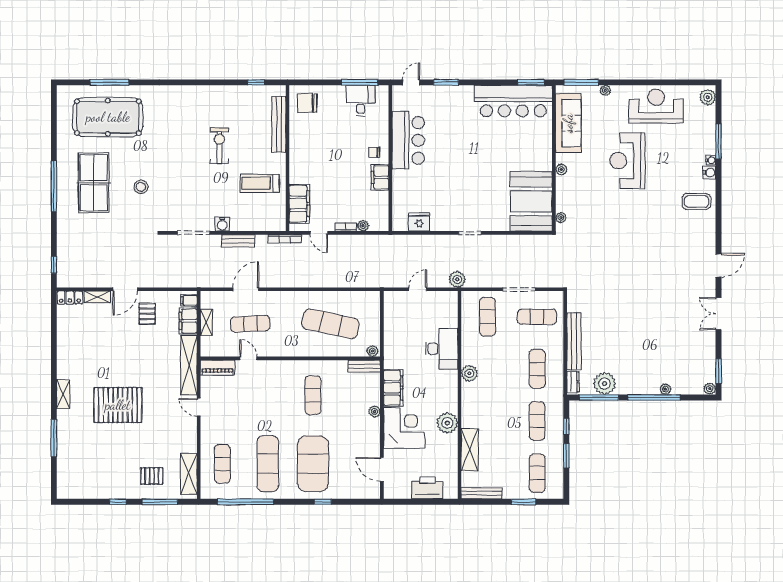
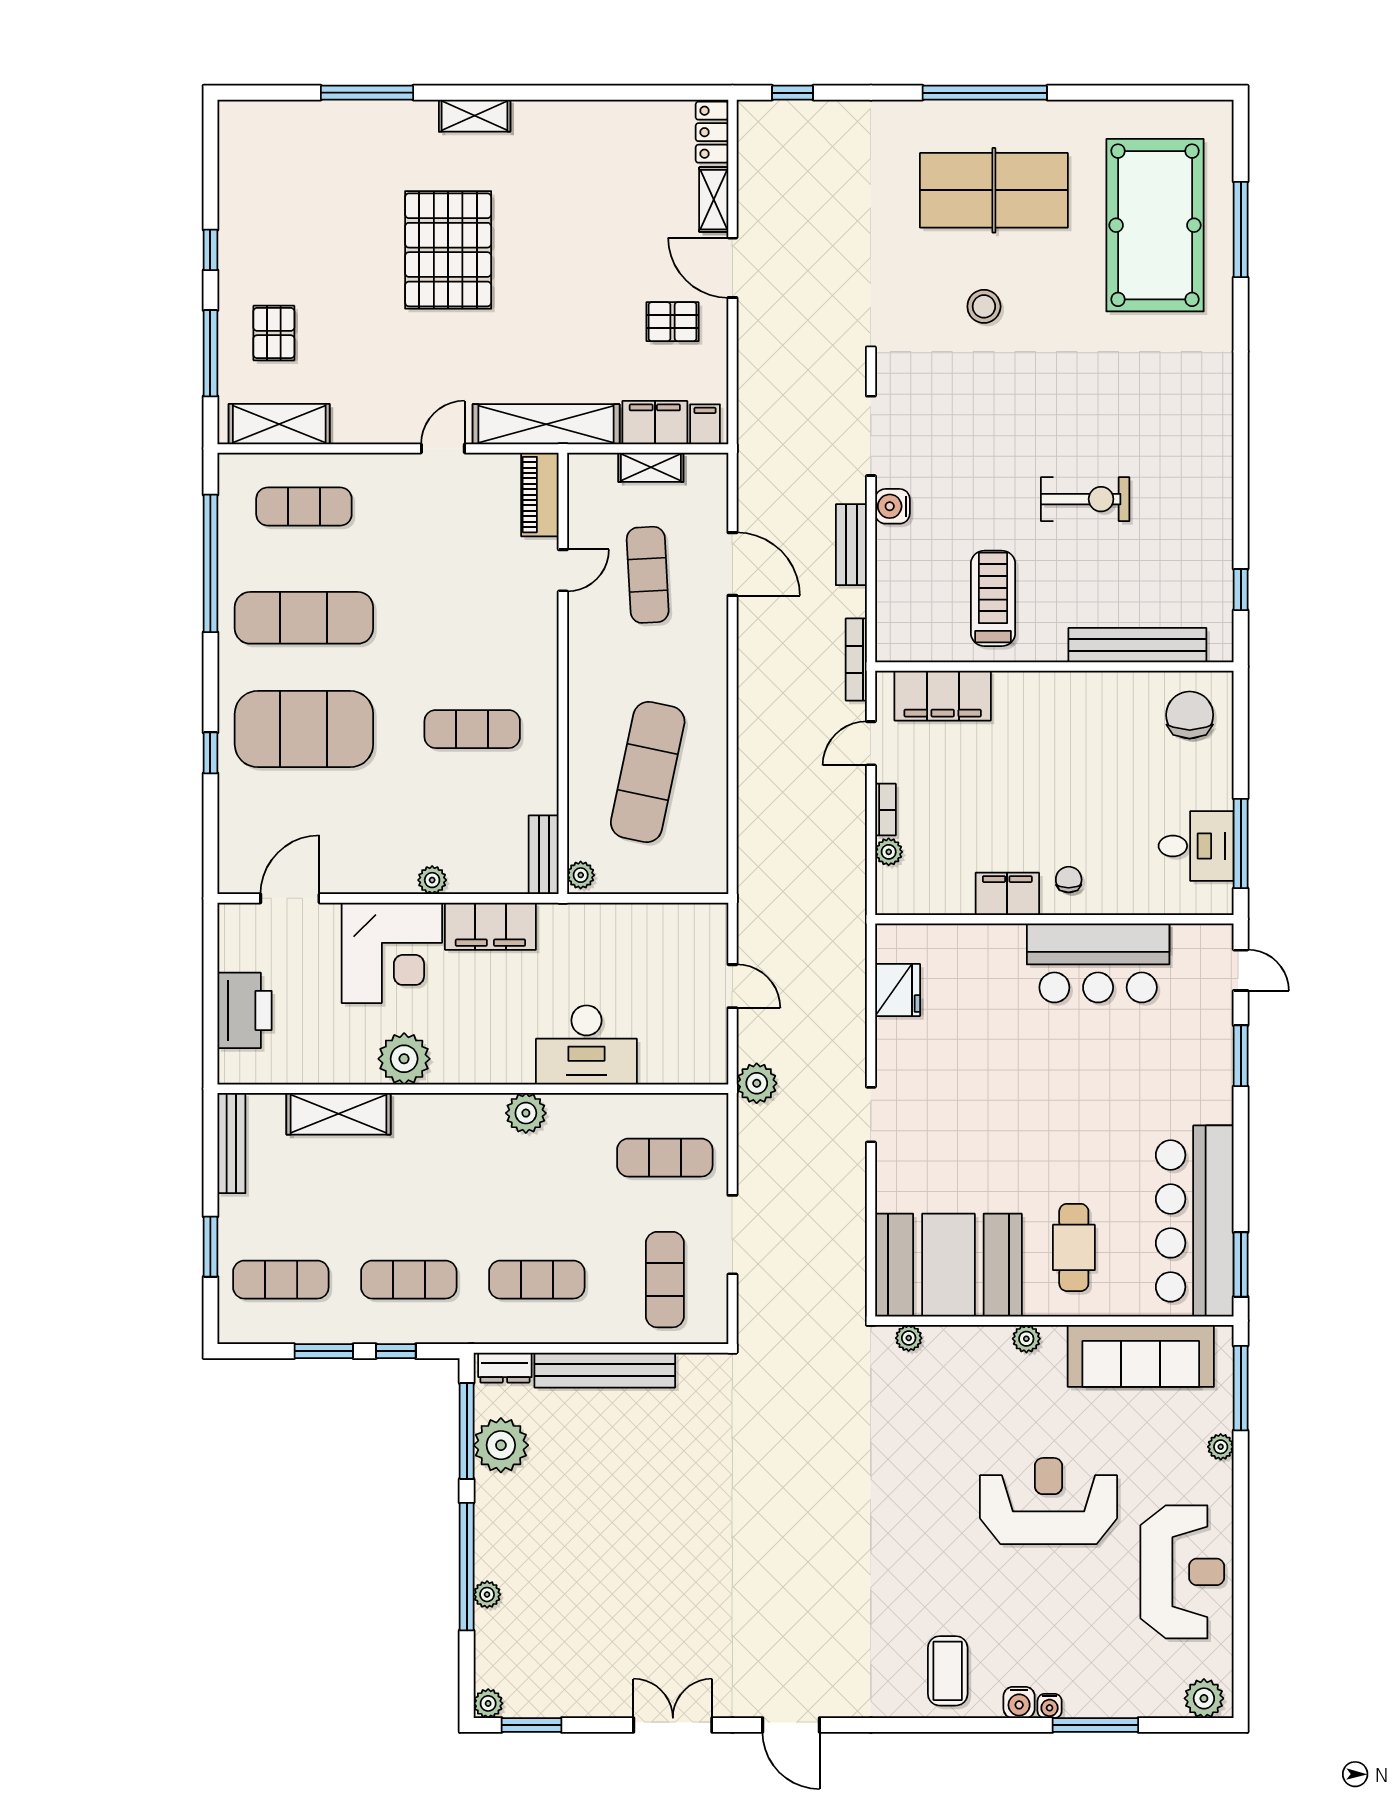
cafe table: (524, 150) -> (1074, 1247), added

